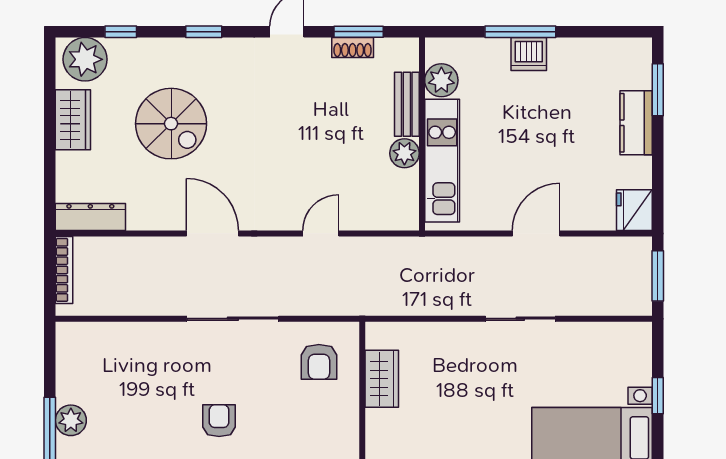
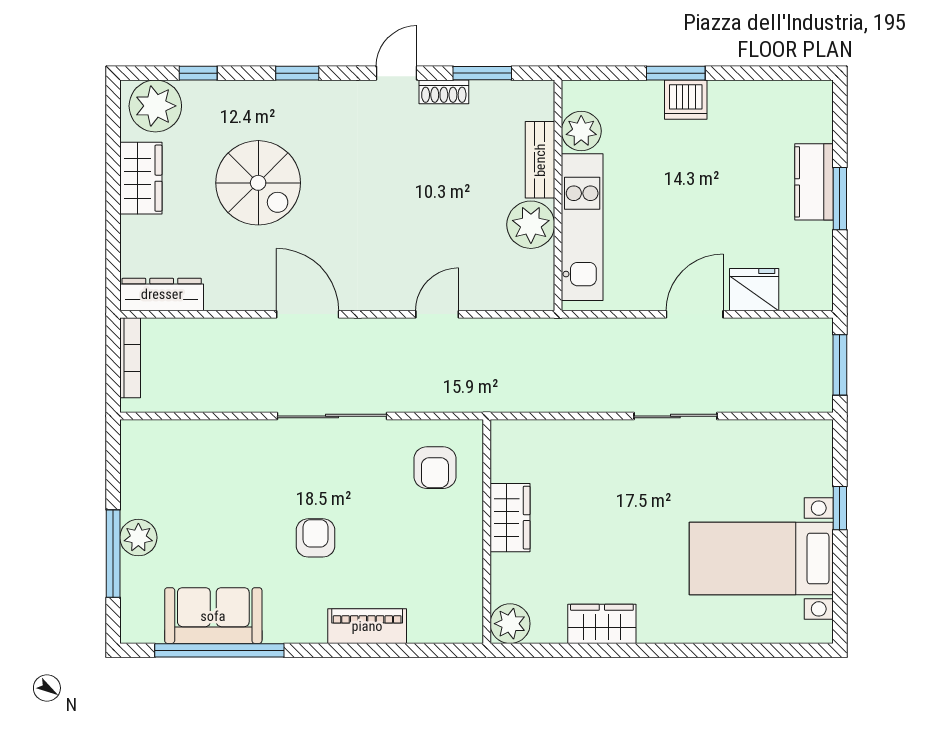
window: (520, 32) -> (676, 73), width x0.69
shoe rack: (353, 47) -> (444, 92), moved
window: (658, 90) -> (840, 199), moved
plant: (404, 153) -> (531, 225), width x1.36, depth x1.36
fridge: (634, 210) -> (754, 290), moved, turned 90
wardrobe: (382, 379) -> (510, 518), moved

